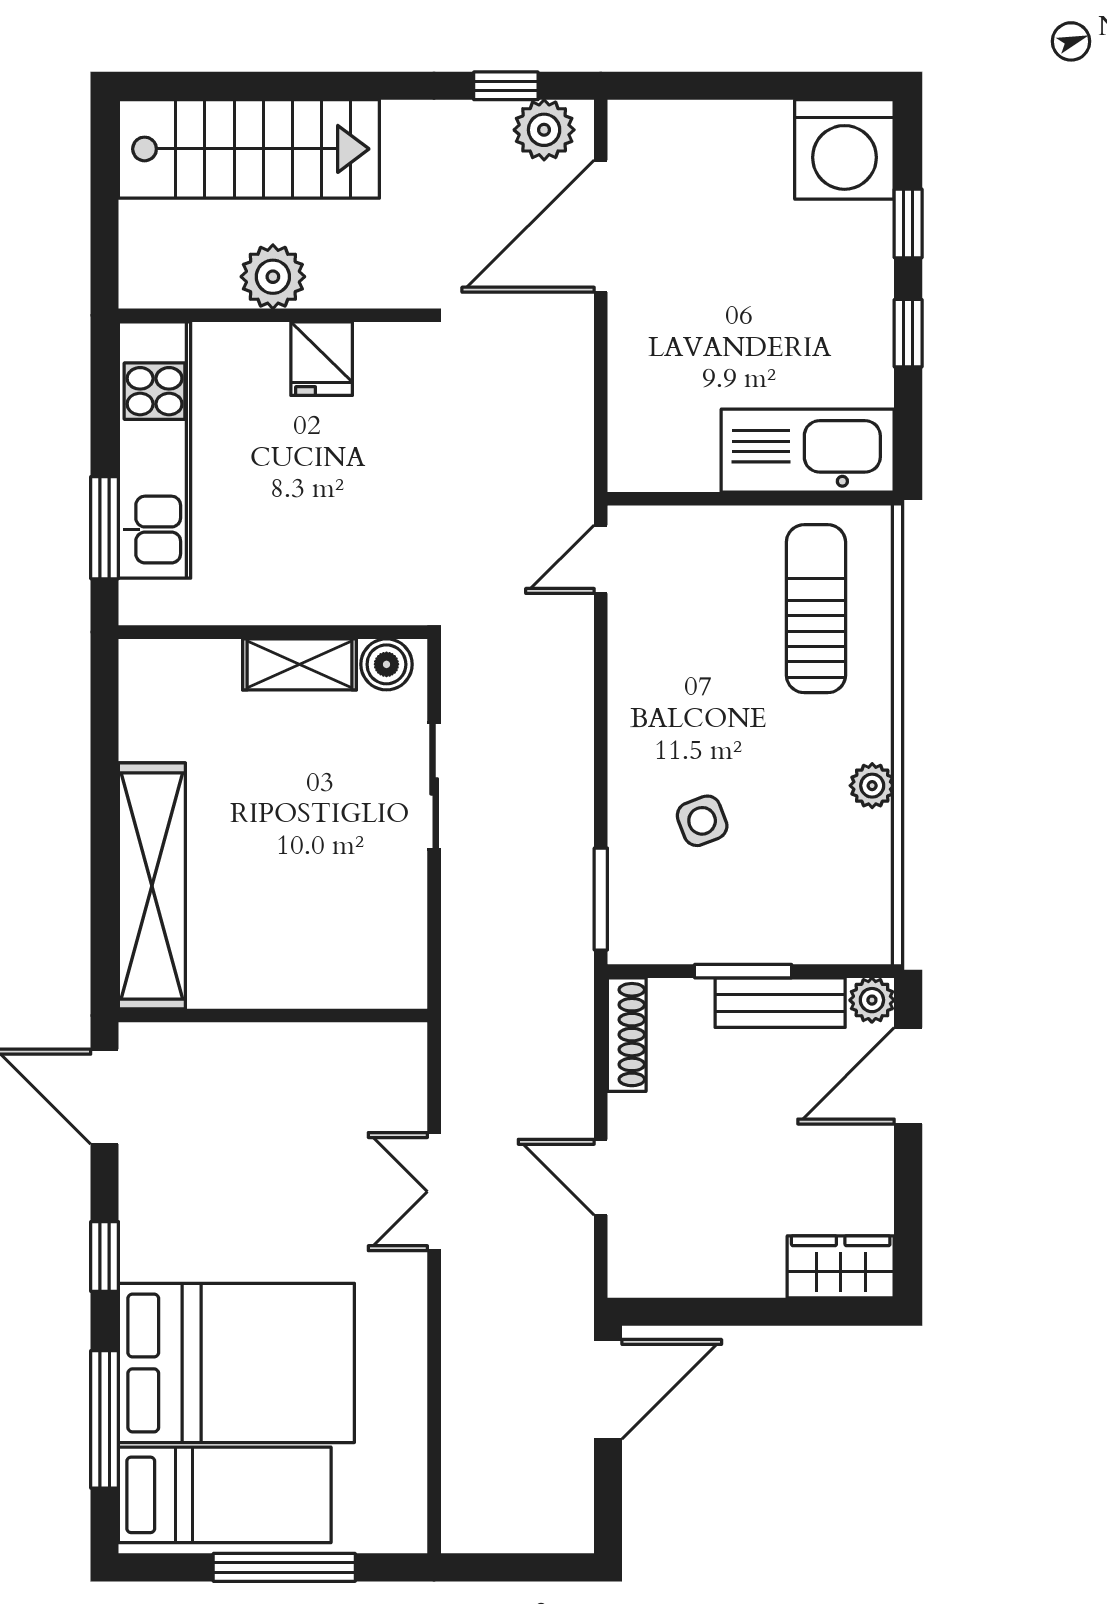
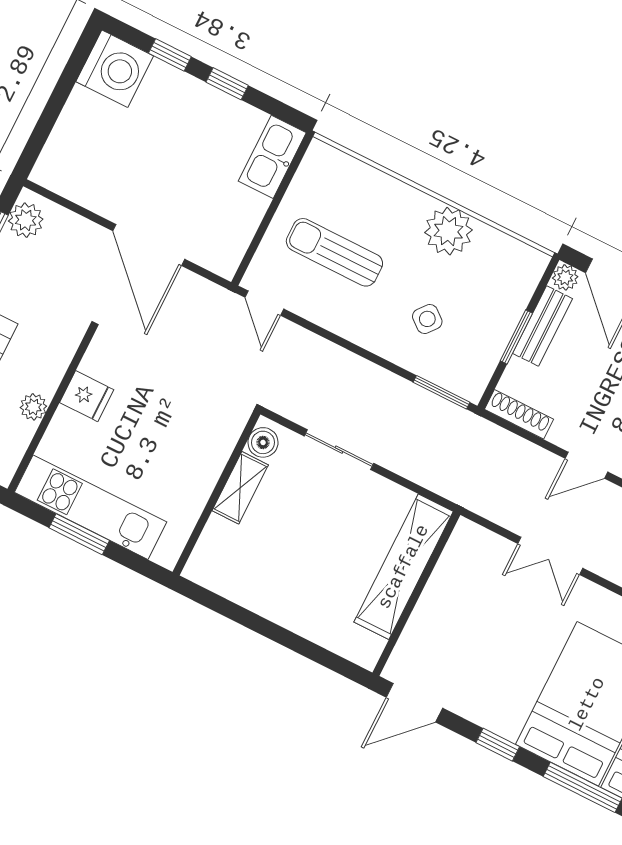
door: (601, 226) -> (149, 245), moved
plant: (273, 277) -> (33, 407), width x0.73, depth x0.73
kitchen sink: (808, 451) -> (272, 157), width x0.73, depth x0.81
window: (105, 528) -> (79, 534), moved
sun lounger: (816, 609) -> (334, 252), moved
plant: (872, 786) -> (448, 231), width x1.88, depth x1.88
side table: (702, 821) -> (427, 319), turned -30
shelving: (152, 886) -> (404, 567), moved, turned 90

